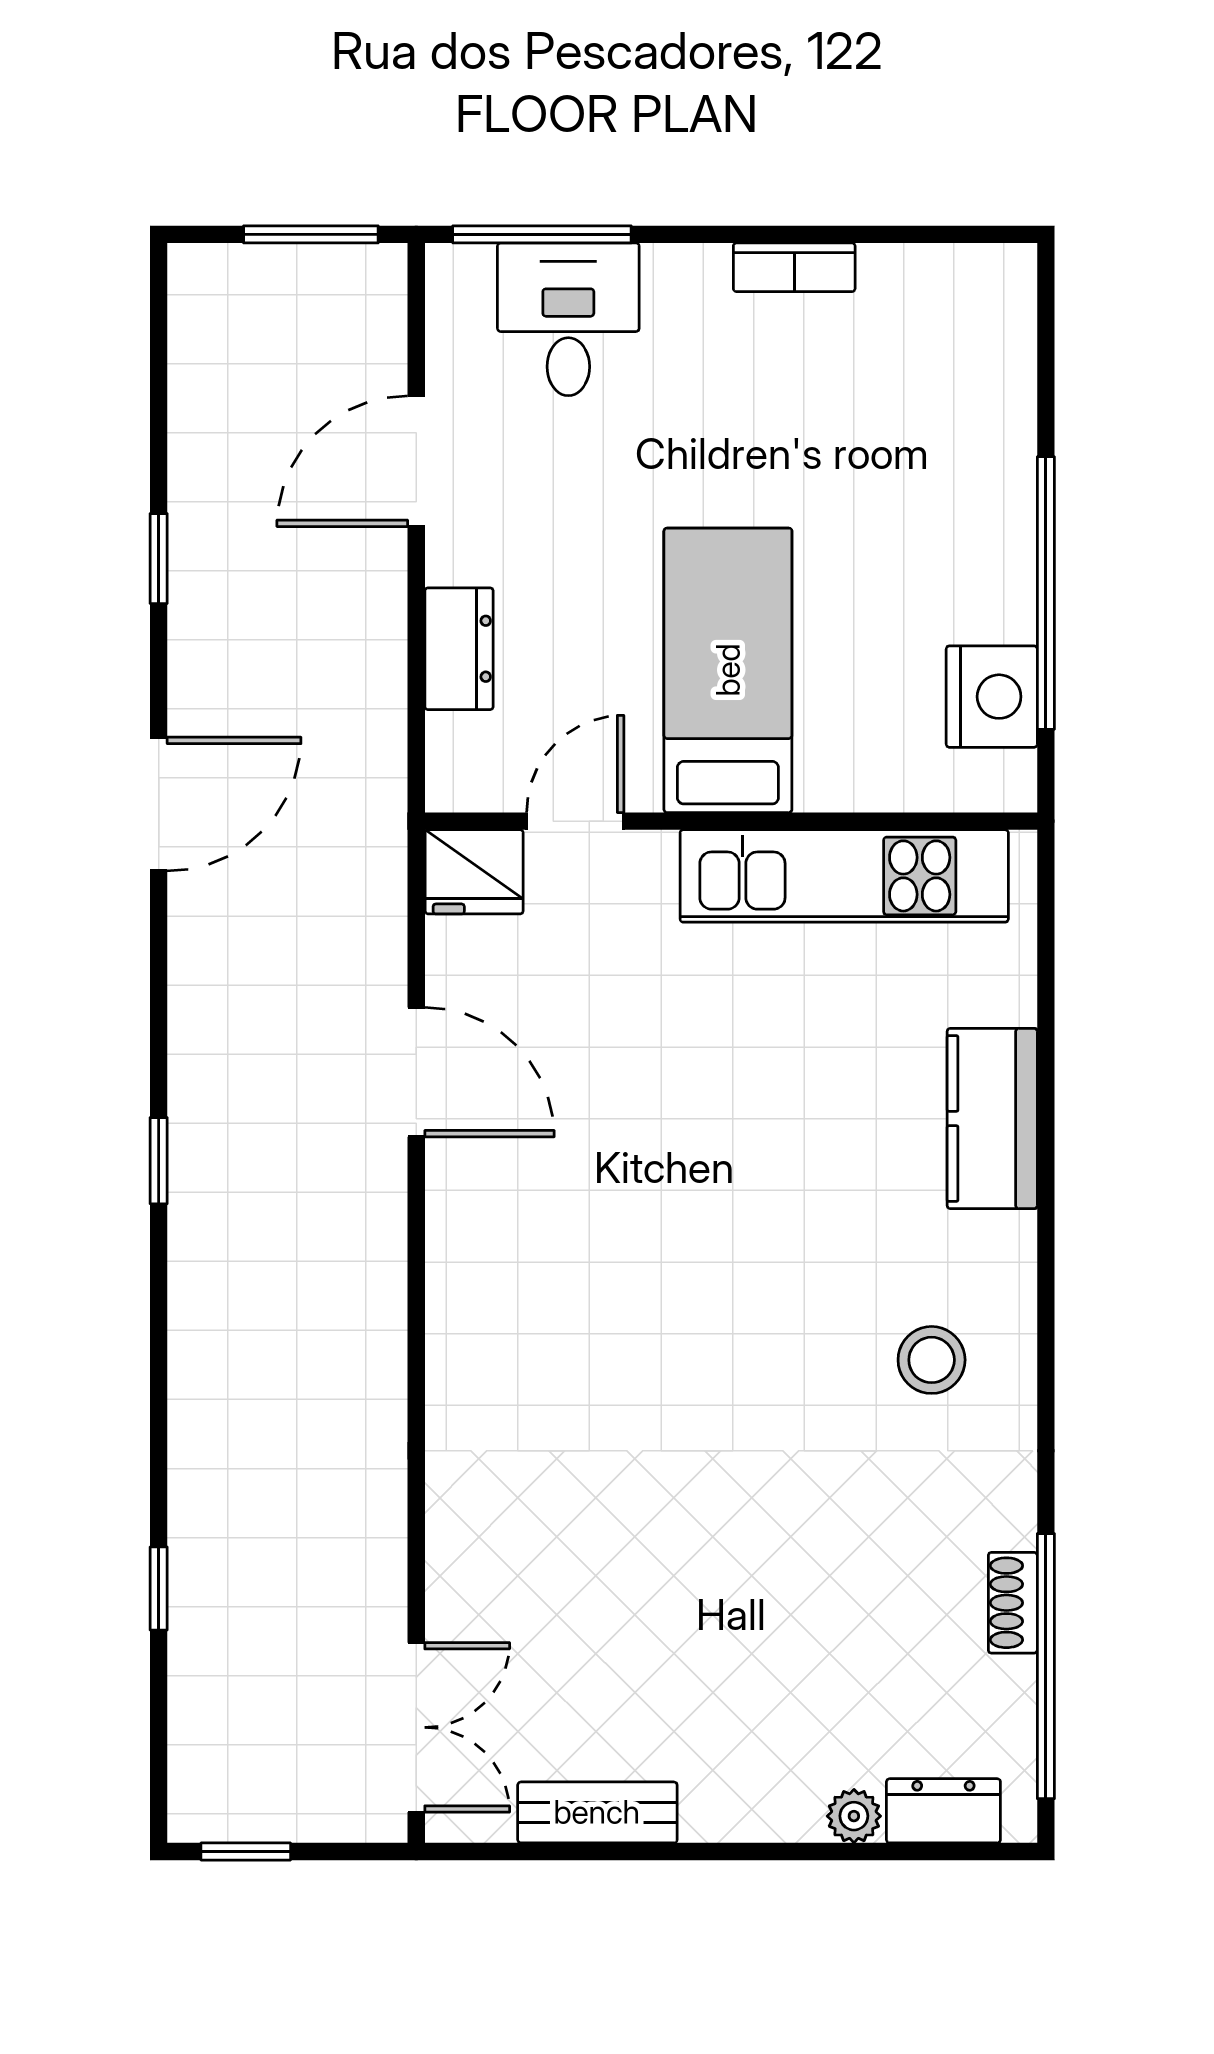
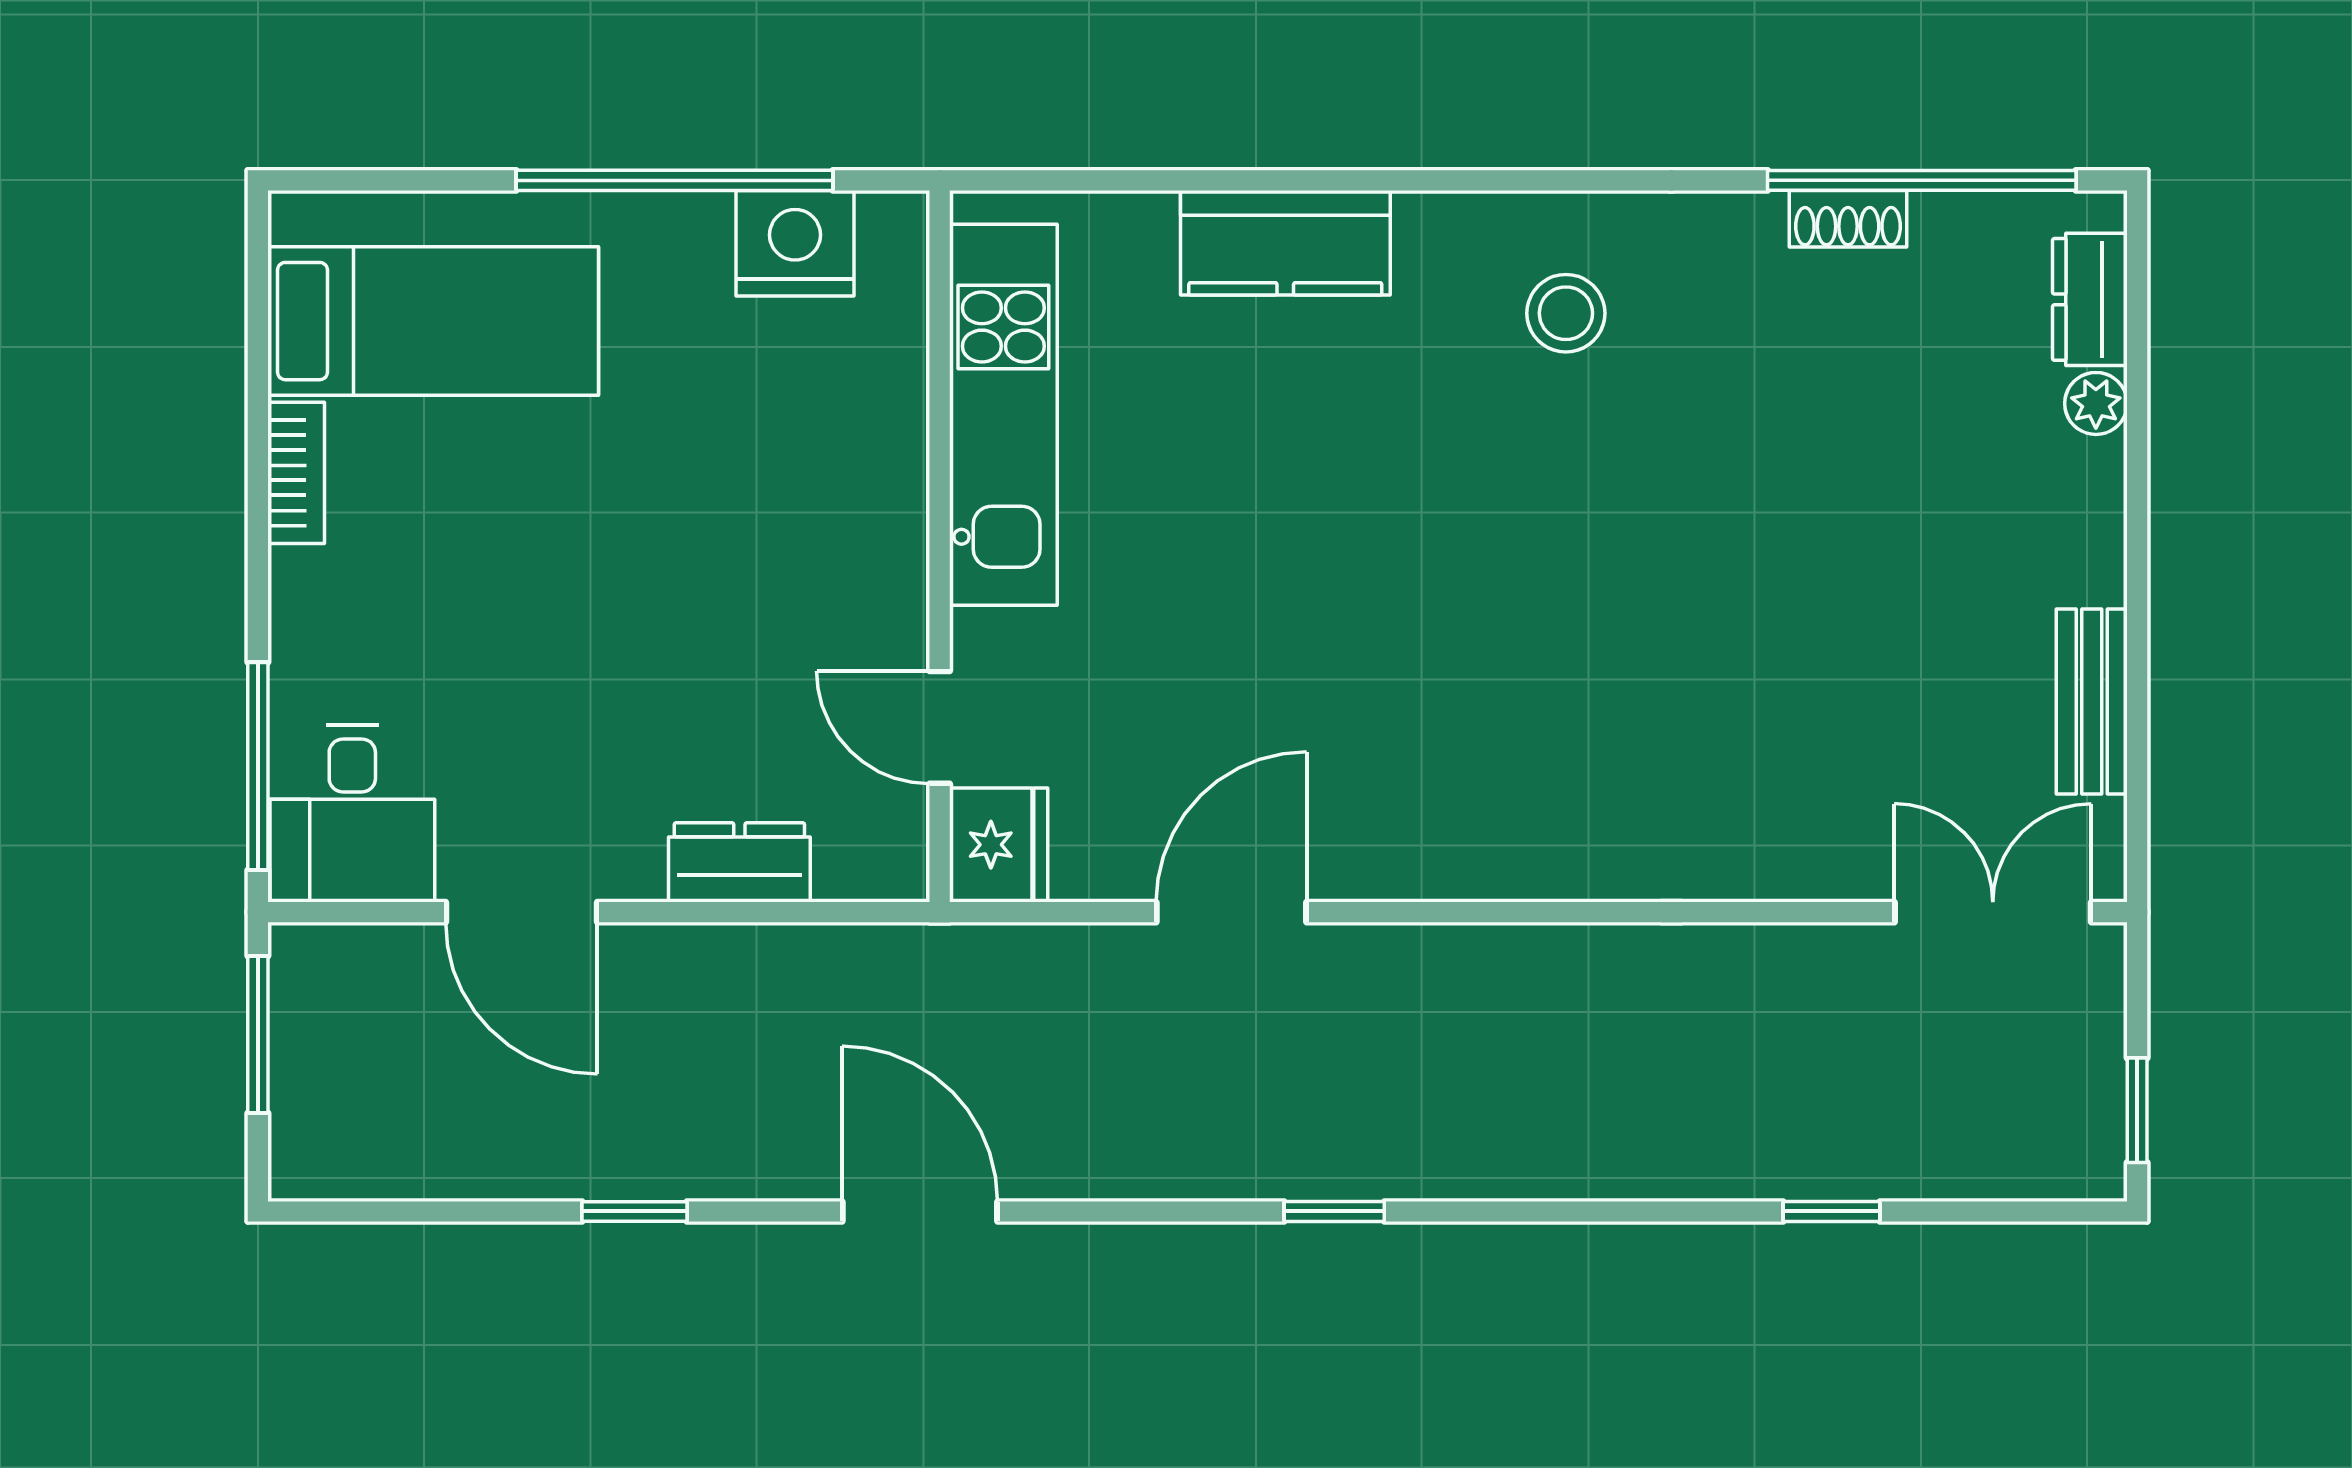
desk: (568, 319) -> (352, 813), moved, turned -90
bed: (728, 670) -> (433, 321), moved, turned 180

